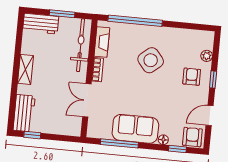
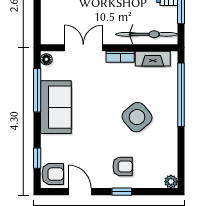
plant: (207, 56) -> (171, 182), moved
floor lamp: (163, 140) -> (46, 59), moved

